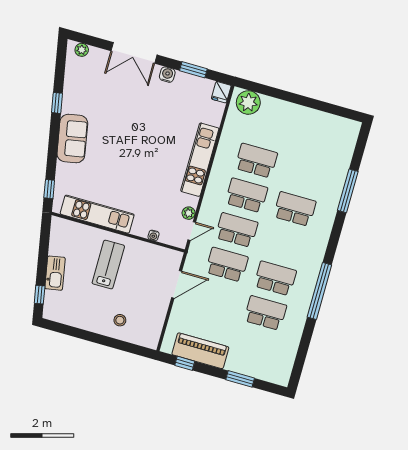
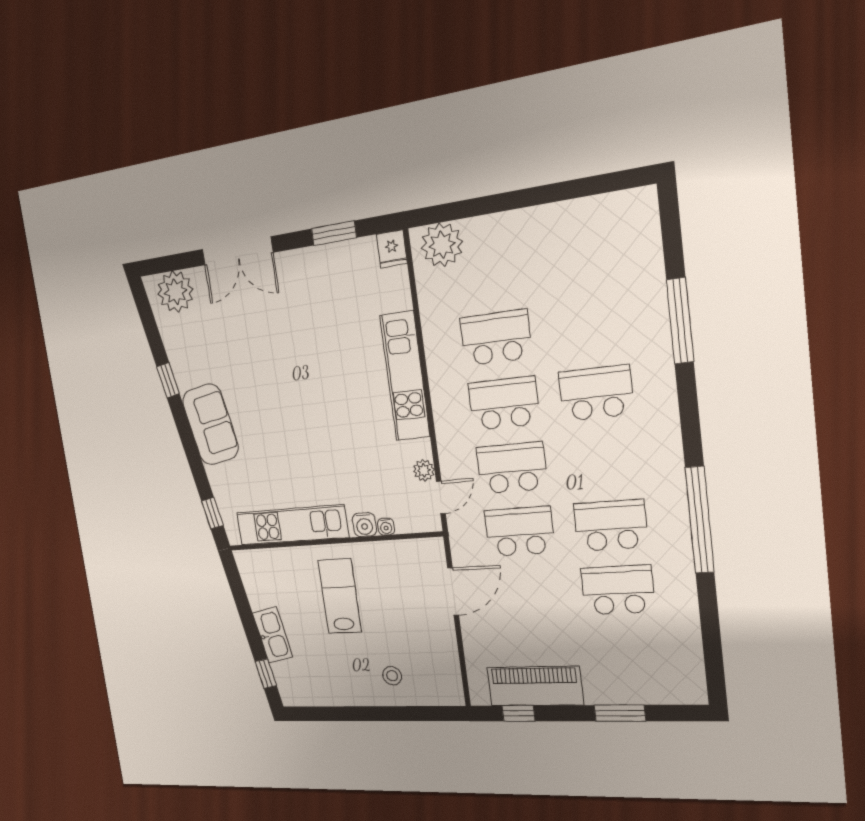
plant: (82, 50) -> (175, 292), width x1.88, depth x1.88
water cooler: (167, 75) -> (364, 525), moved, turned 180

